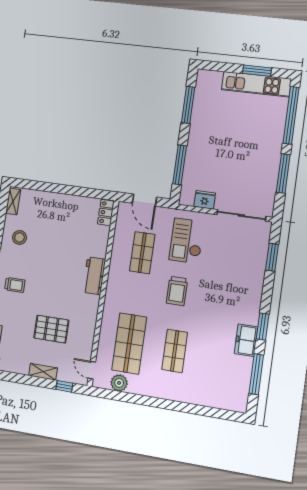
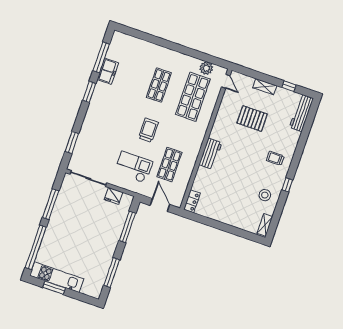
checkout: (187, 241) -> (134, 167), turned -90
freezer: (246, 340) -> (108, 71), moved
window: (64, 386) -> (289, 86), moved

